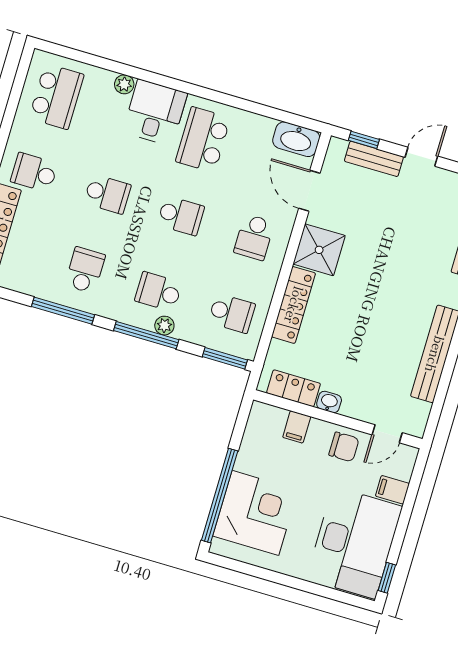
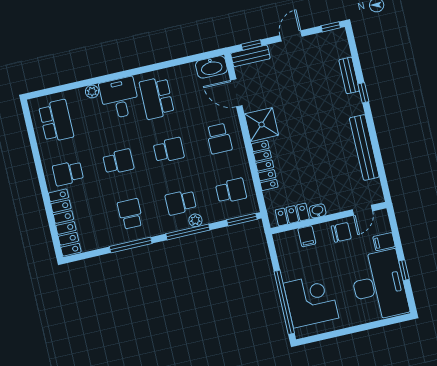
bench: (374, 159) -> (250, 56), moved
window: (387, 578) -> (404, 270), moved

